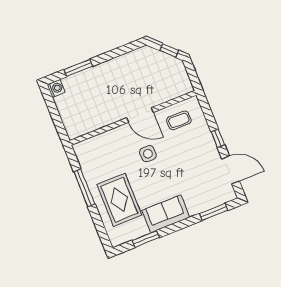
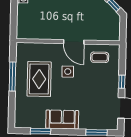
rug: (119, 200) -> (39, 79), moved

